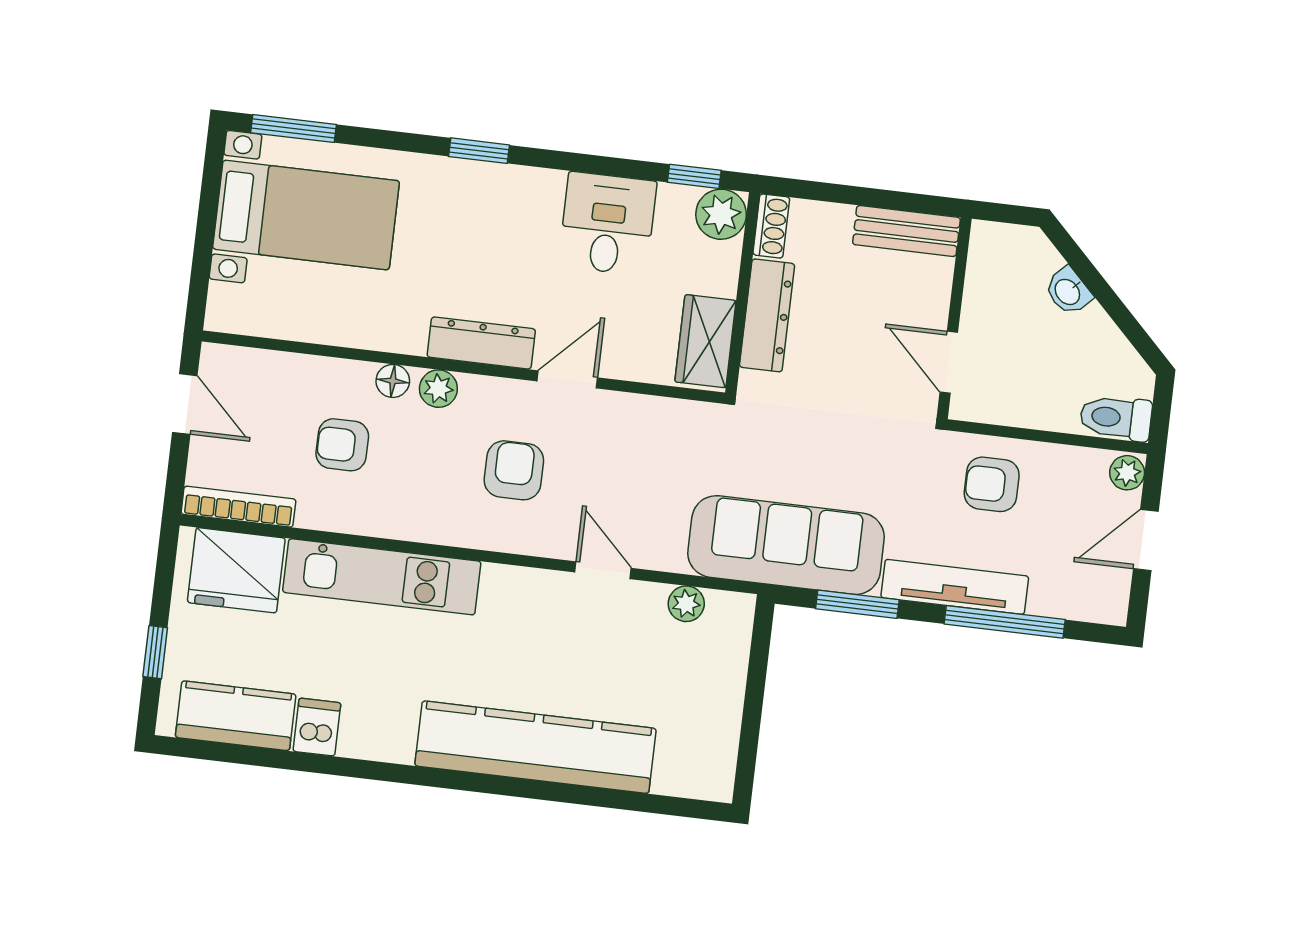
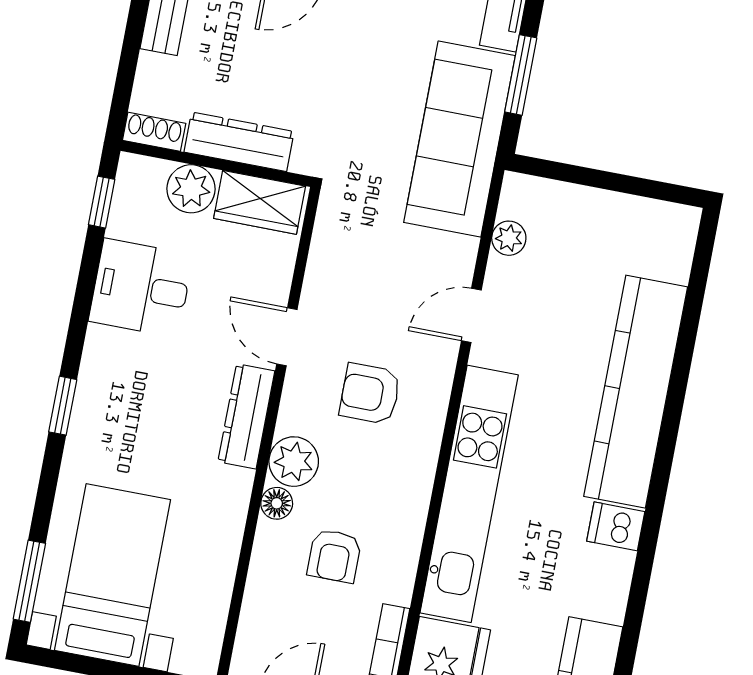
plant: (721, 214) -> (191, 189), moved
plant: (438, 389) -> (294, 462), width x1.38, depth x1.38
kitchen unit: (382, 577) -> (469, 494), width x1.36
dishwasher: (317, 727) -> (616, 526), moved

